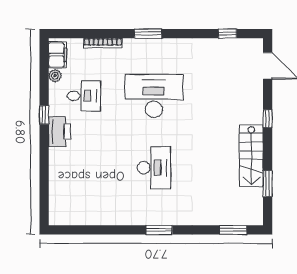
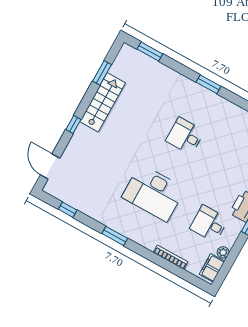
window: (148, 34) -> (115, 236), moved
desk: (154, 168) -> (185, 136), width x0.73

